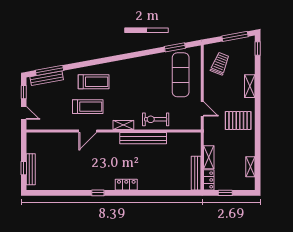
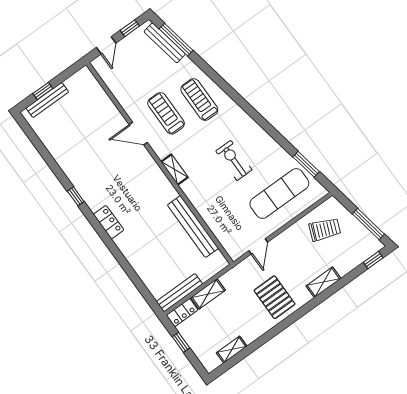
treadmill: (94, 82) -> (199, 100), turned 180
treadmill: (88, 107) -> (166, 113), turned 180
exercise bike: (156, 119) -> (234, 160), moved
bench: (143, 138) -> (193, 227), moved

